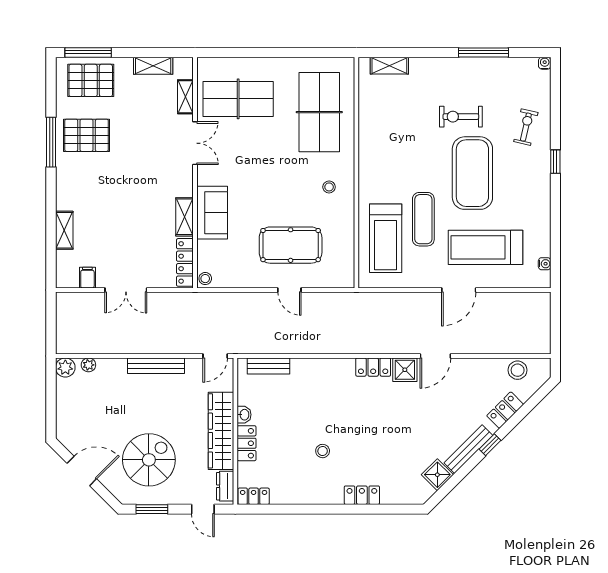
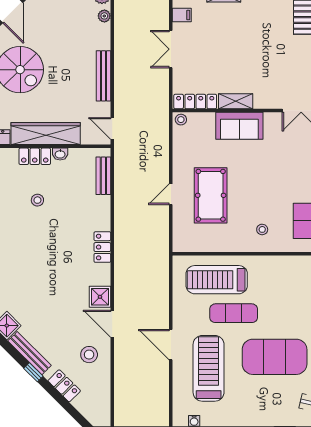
locker: (373, 367) -> (102, 247), moved
stool: (518, 370) -> (89, 355), moved
stool: (323, 451) -> (37, 200), moved

